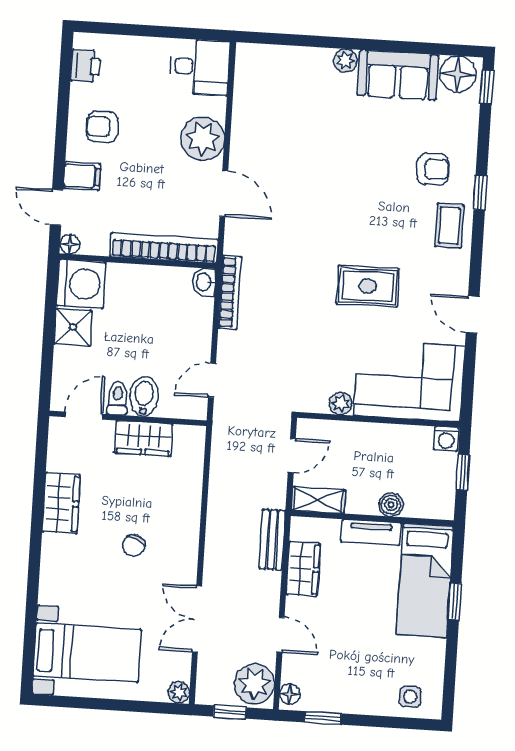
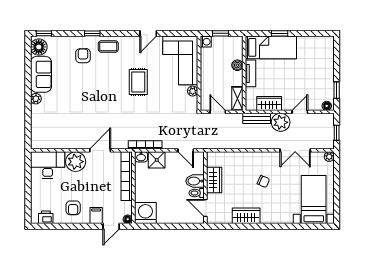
desk: (200, 67) -> (48, 165), width x1.37
shower: (73, 327) -> (157, 160), moved
plant: (255, 684) -> (281, 122), moved
side table: (410, 697) -> (324, 51), removed

